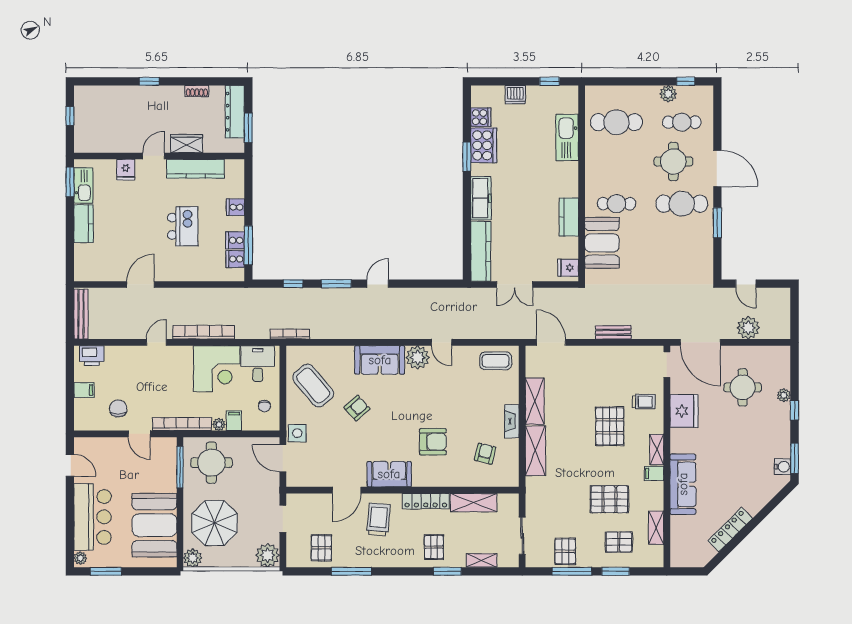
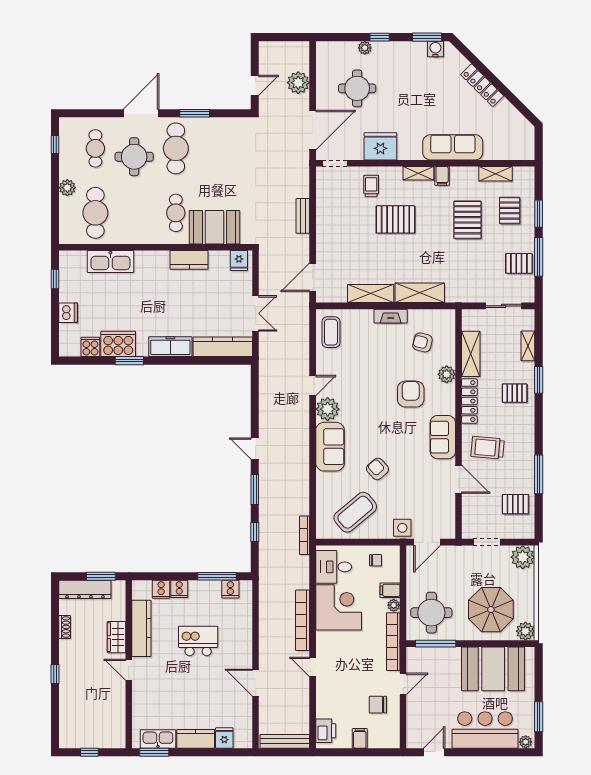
plant: (668, 94) -> (67, 188), moved
fridge: (126, 170) -> (224, 738), moved, turned -90
cooker: (235, 240) -> (161, 589), moved
plant: (453, 478) -> (447, 374), added
locker: (730, 530) -> (482, 85), moved

